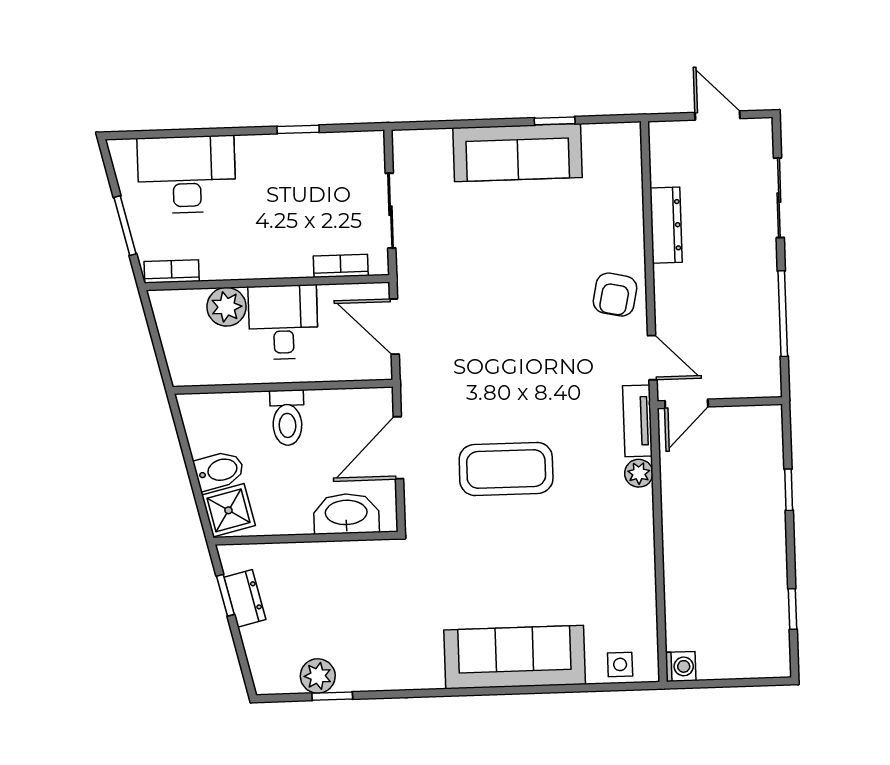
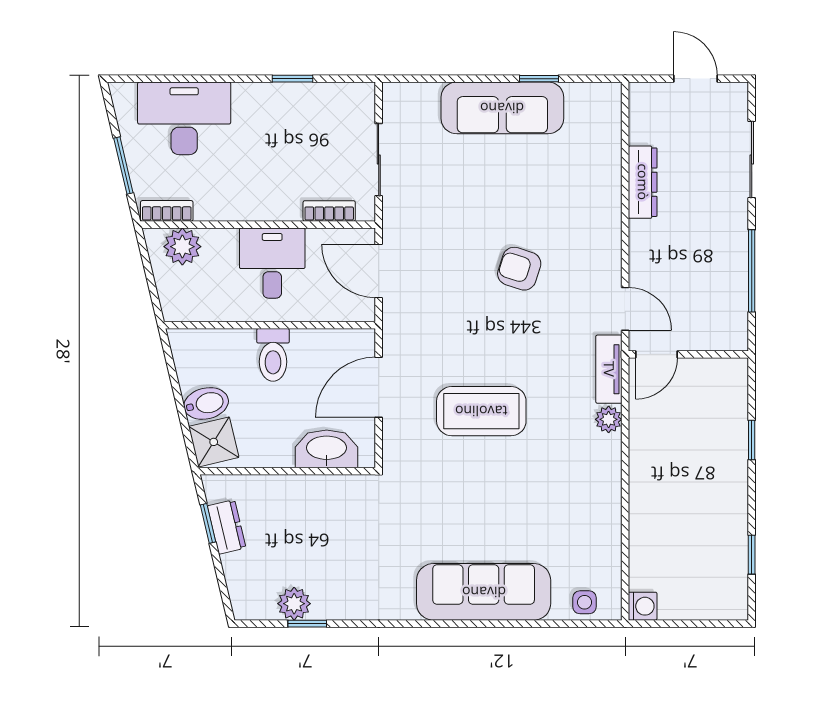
armchair: (615, 295) -> (519, 269), moved, turned 96
plant: (226, 307) -> (182, 247), moved

